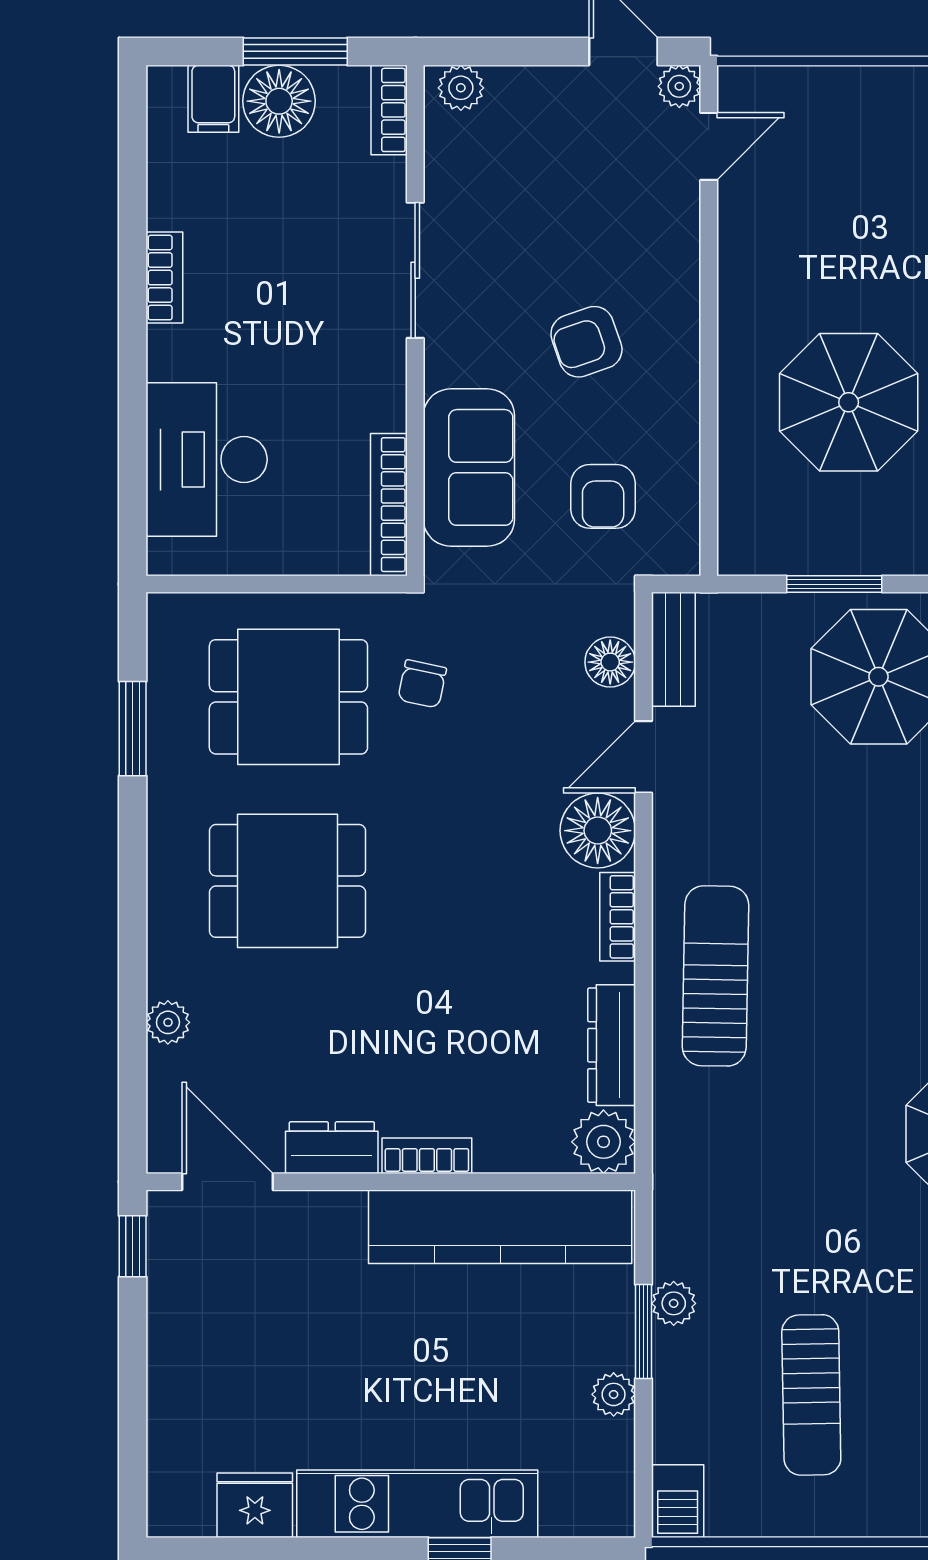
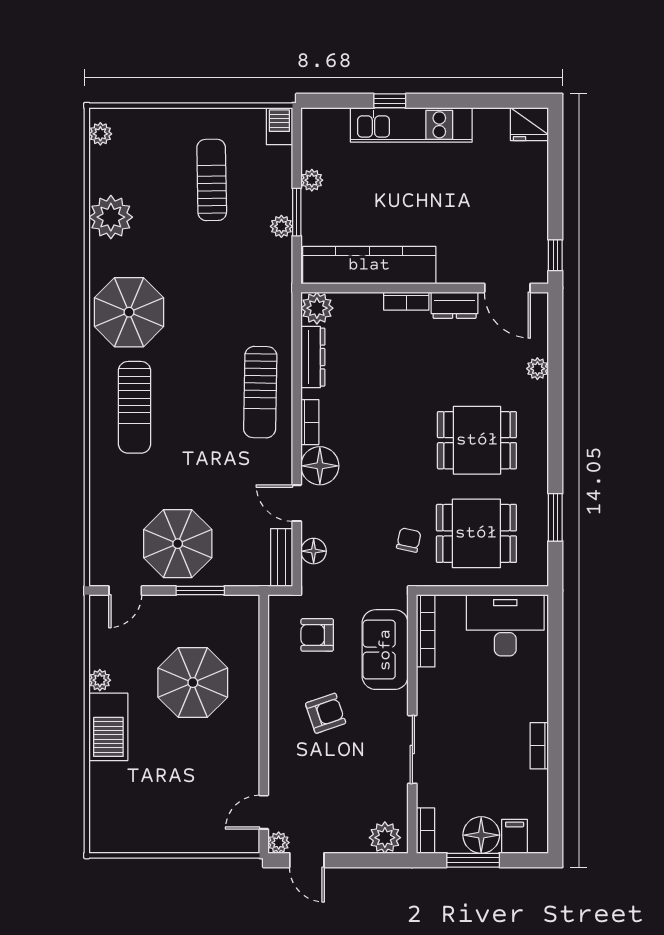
plant: (461, 88) -> (385, 838), width x1.38, depth x1.38
desk: (207, 460) -> (505, 625), moved, turned -90
armchair: (603, 496) -> (317, 635), turned -90
door: (643, 757) -> (297, 503), swing flipped
fridge: (255, 1505) -> (529, 124), moved

